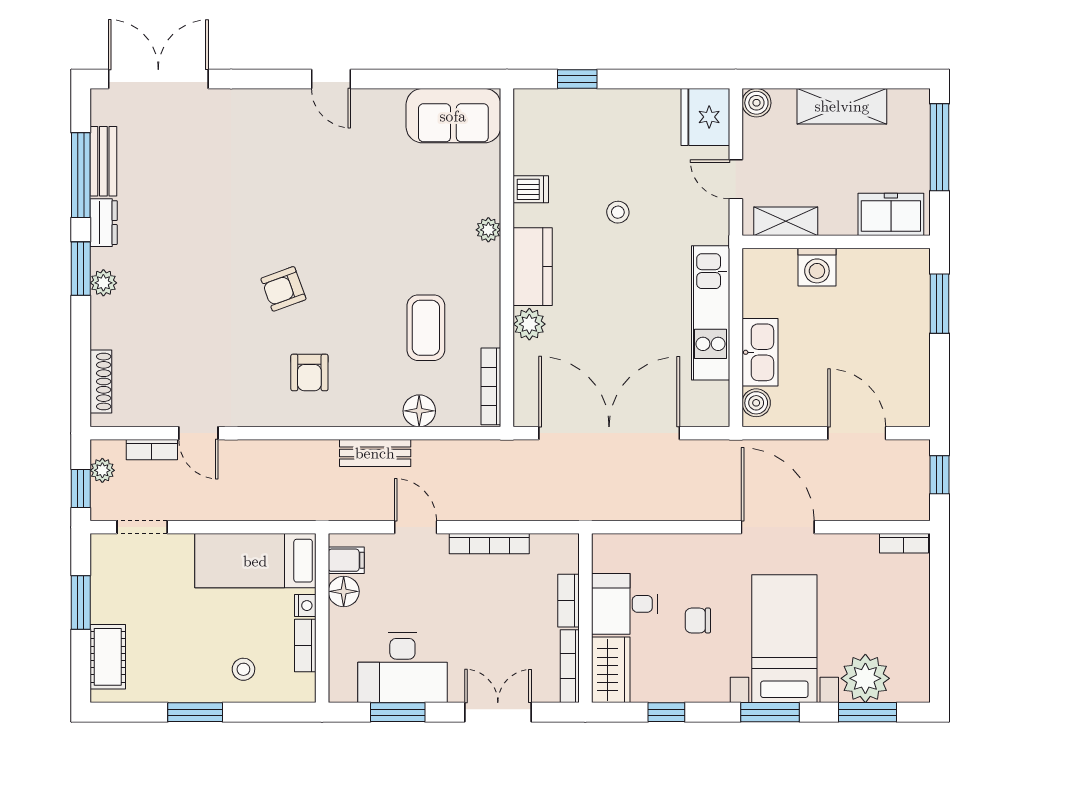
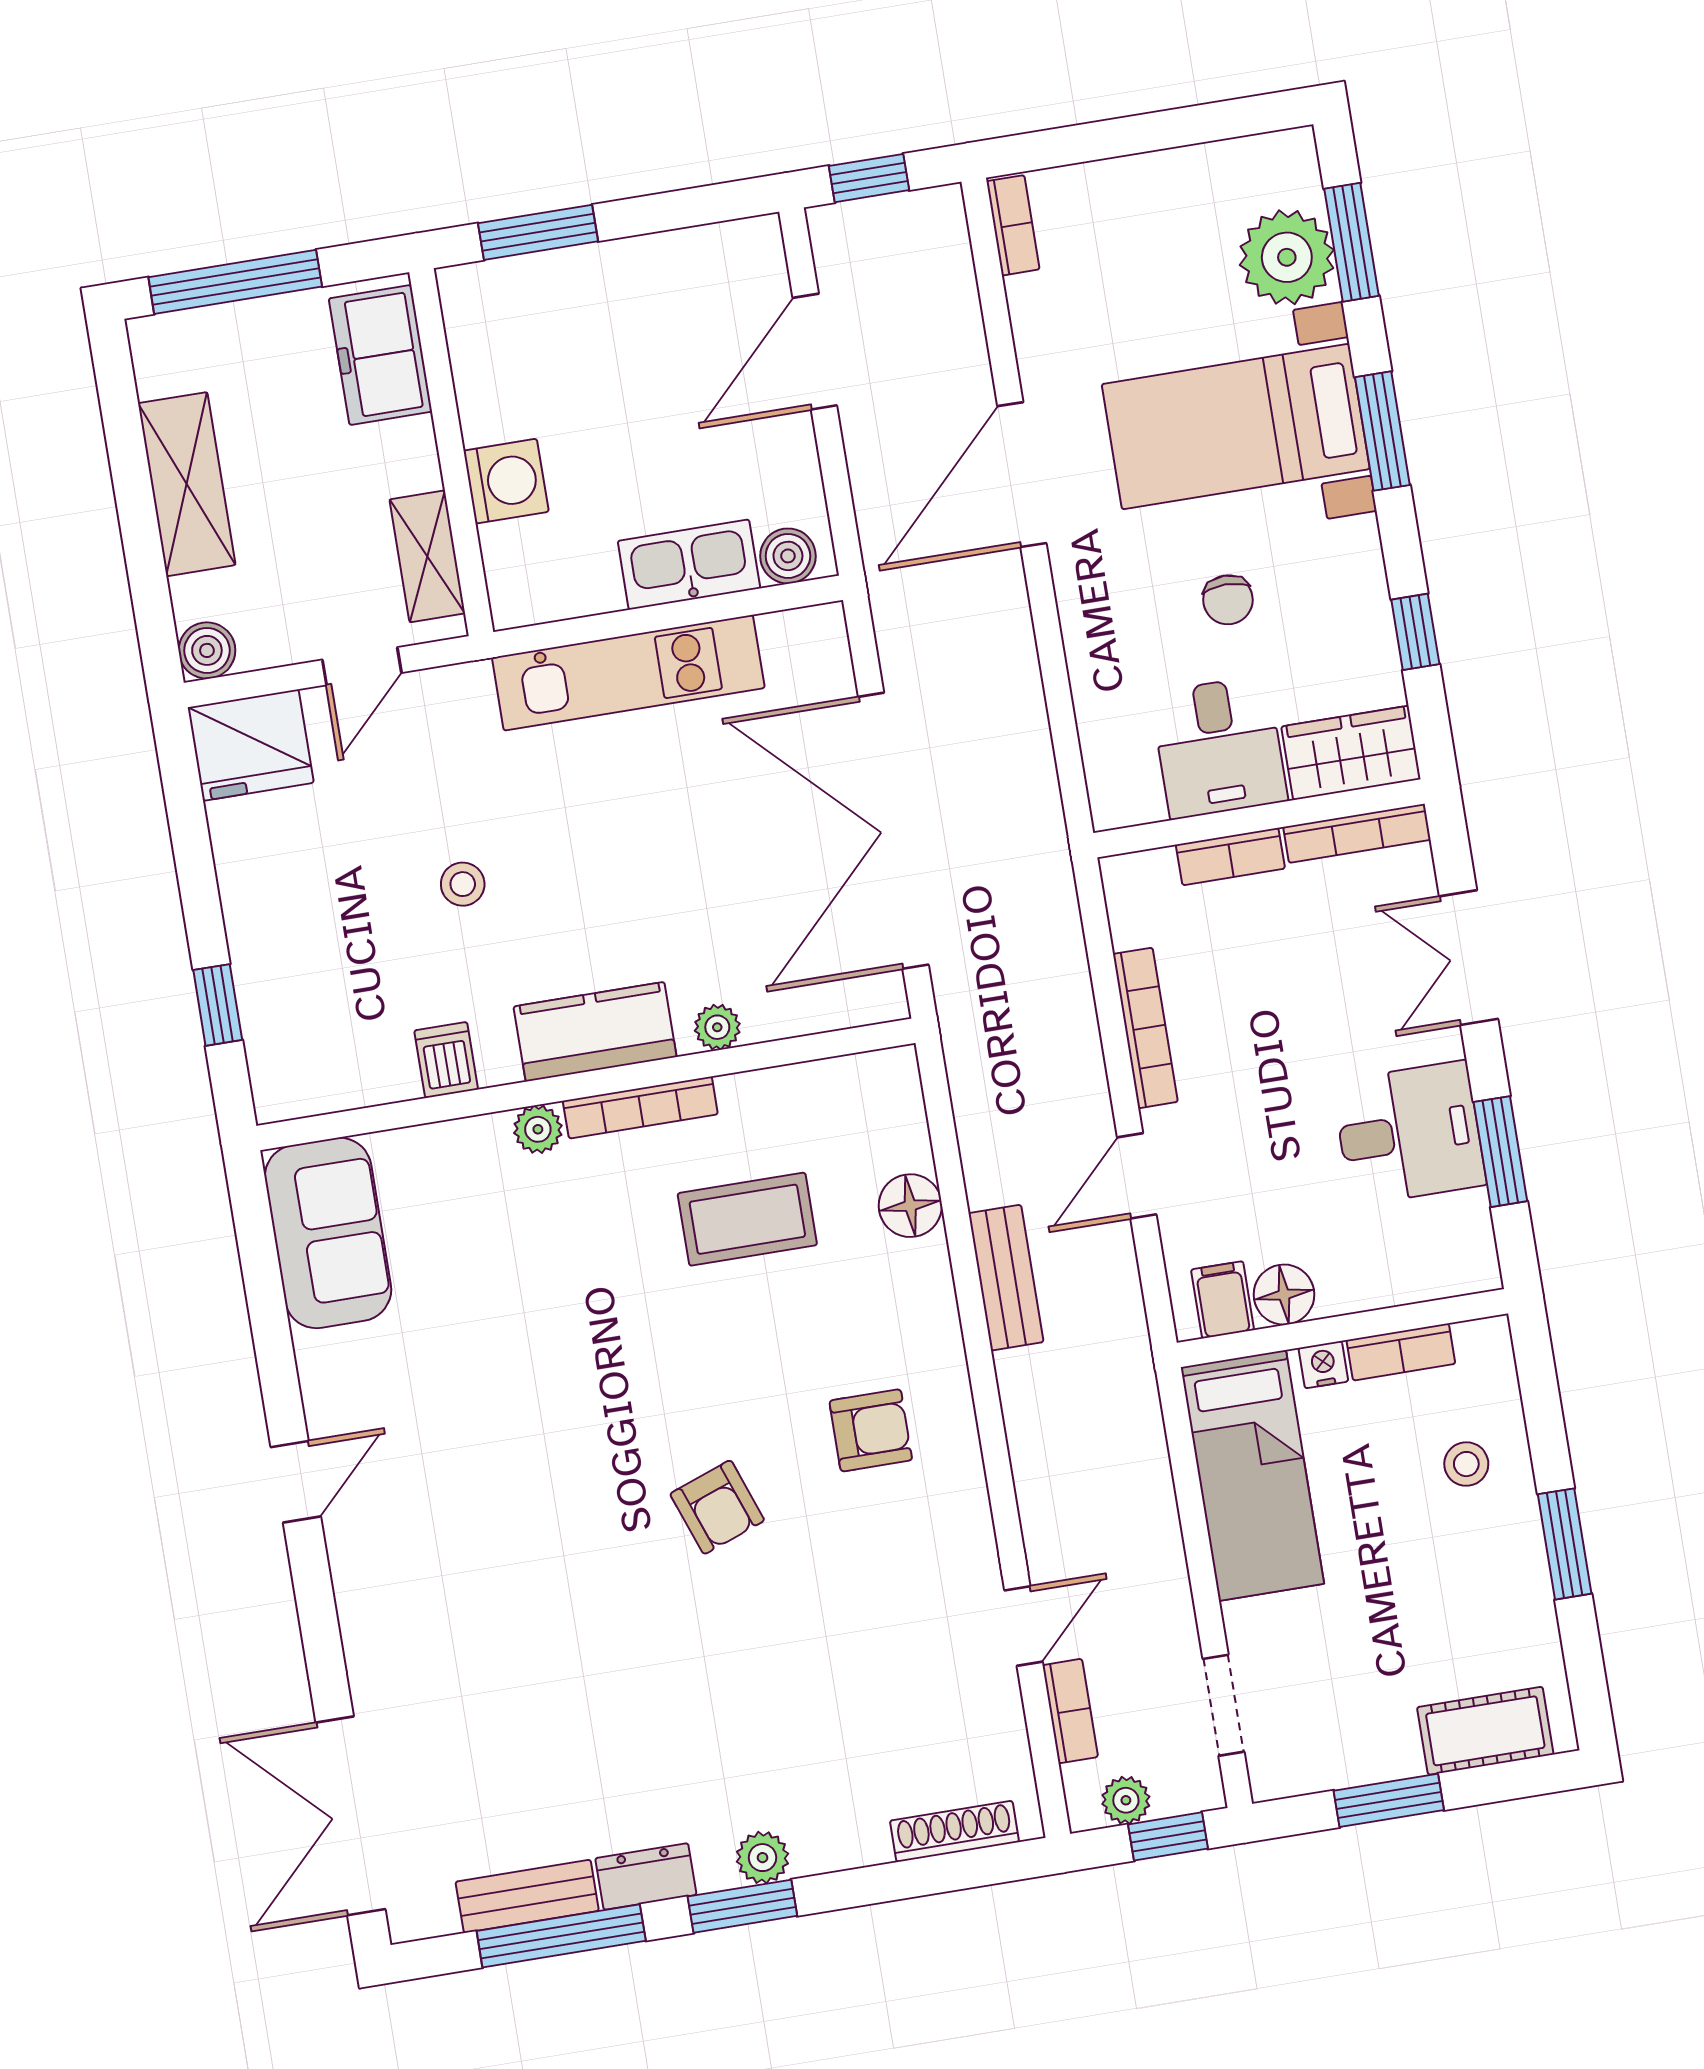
plant: (529, 324) -> (717, 1027), width x0.73, depth x0.73
bookcase: (491, 386) -> (640, 1107), moved
desk: (402, 668) -> (1409, 1133), width x0.73

